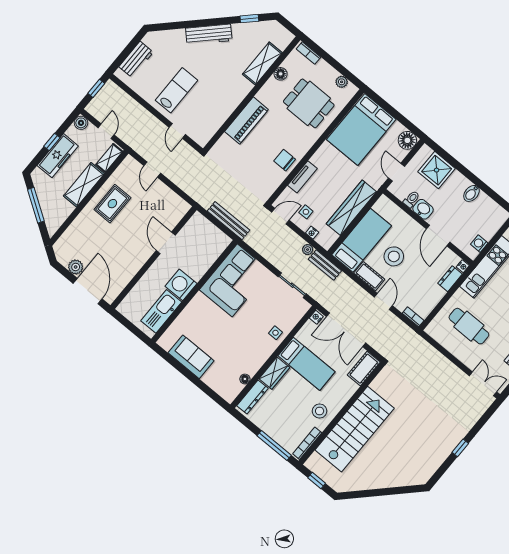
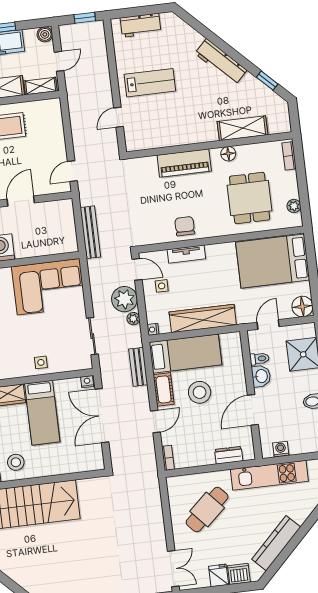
floor lamp: (281, 74) -> (228, 154), moved
door: (152, 169) -> (72, 171), moved
nightstand: (312, 233) -> (153, 329), moved
plant: (290, 243) -> (124, 299), added
bench: (325, 265) -> (138, 367), moved
nightstand: (463, 266) -> (249, 455), removed
cafe table: (469, 326) -> (207, 510), turned 48
cot: (364, 369) -> (86, 462), removed

